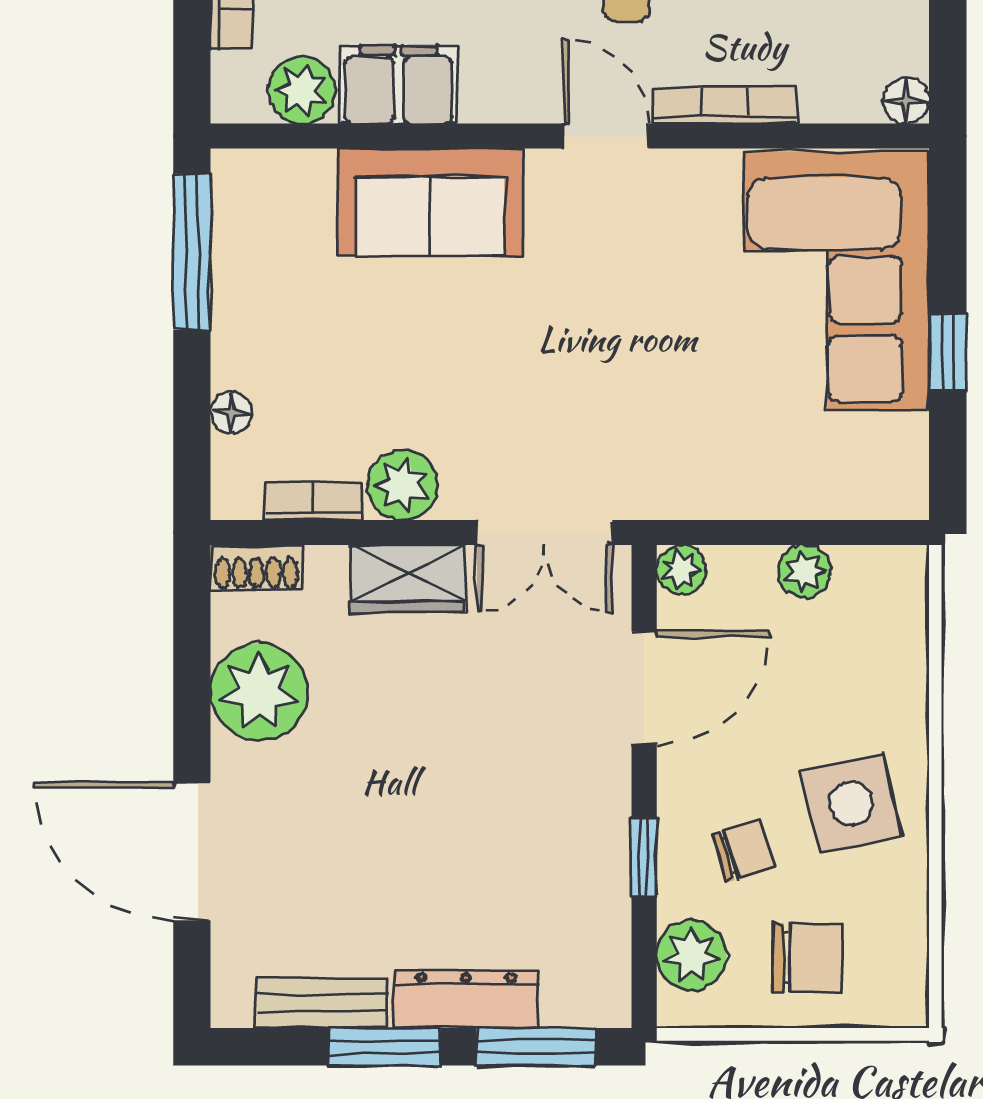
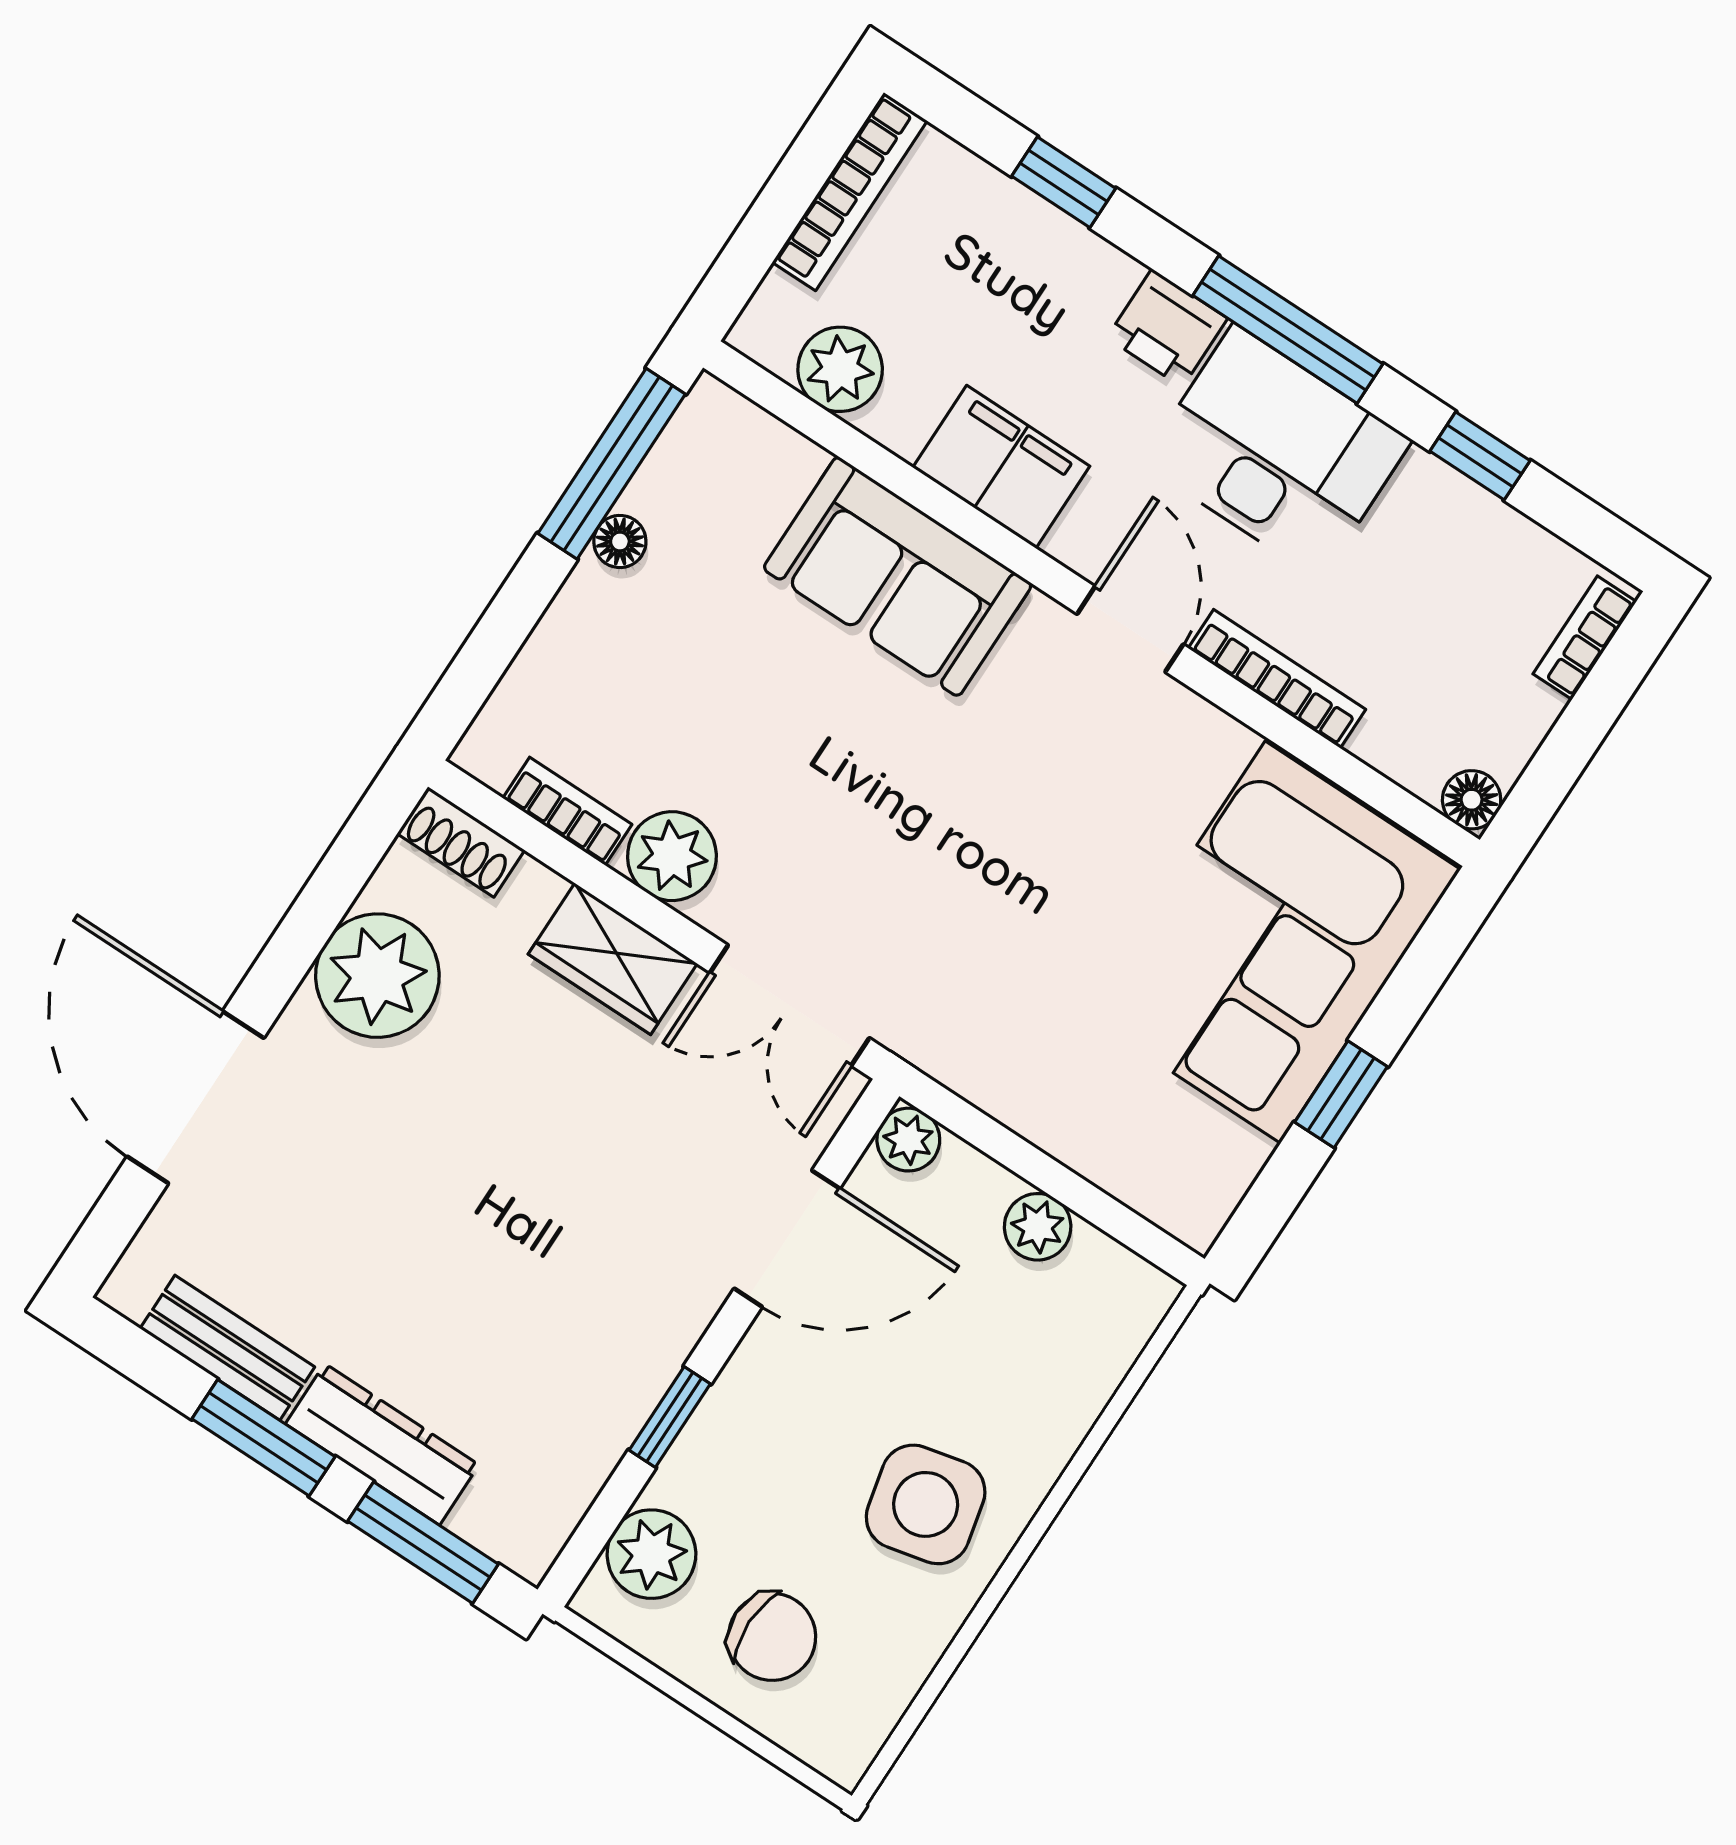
filing cabinet: (399, 85) -> (1001, 467), moved
floor lamp: (231, 412) -> (620, 541), moved
chair: (744, 851) -> (779, 1480), removed

